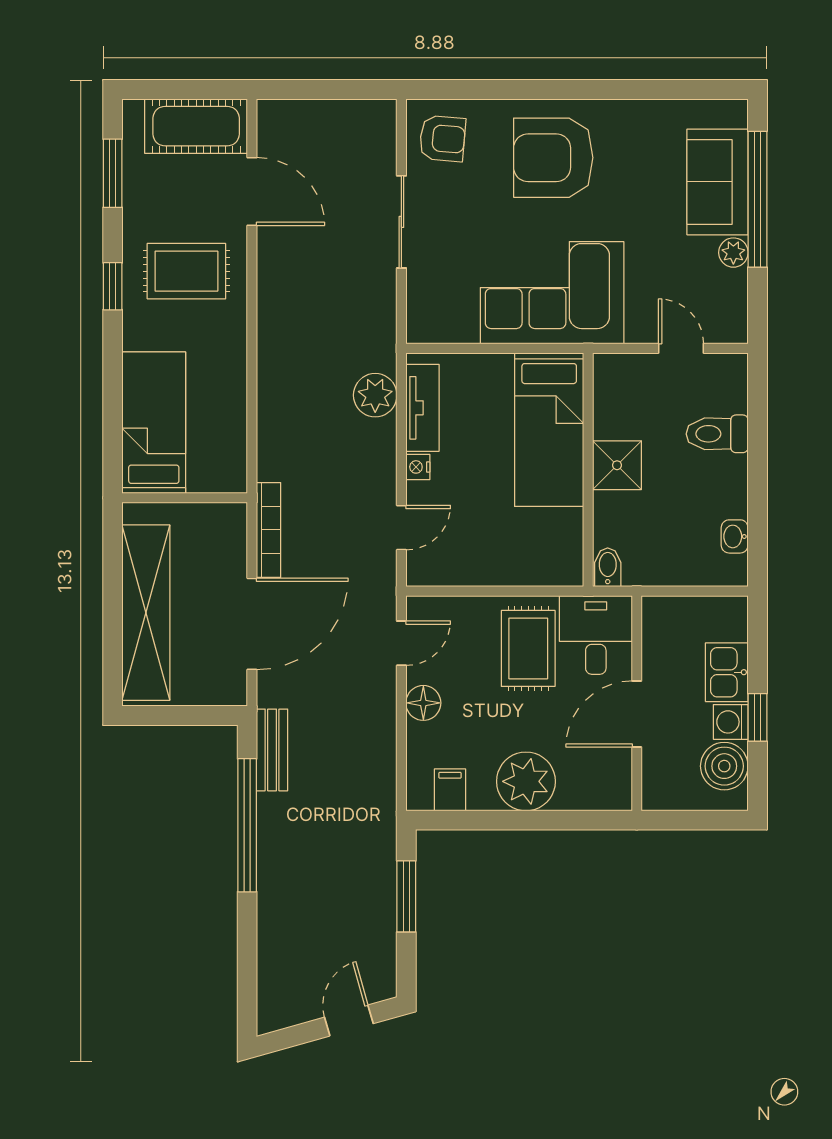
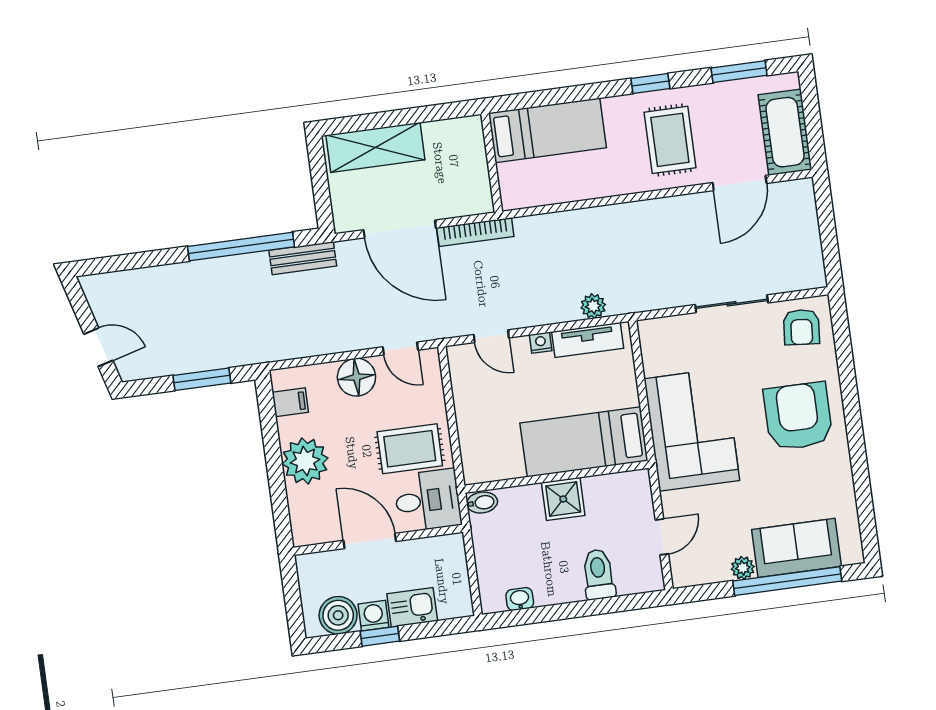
plant: (375, 395) -> (593, 306), width x0.73, depth x0.73
shelving: (146, 613) -> (375, 147), width x0.68
floor lamp: (423, 703) -> (356, 377), width x1.38, depth x1.38

